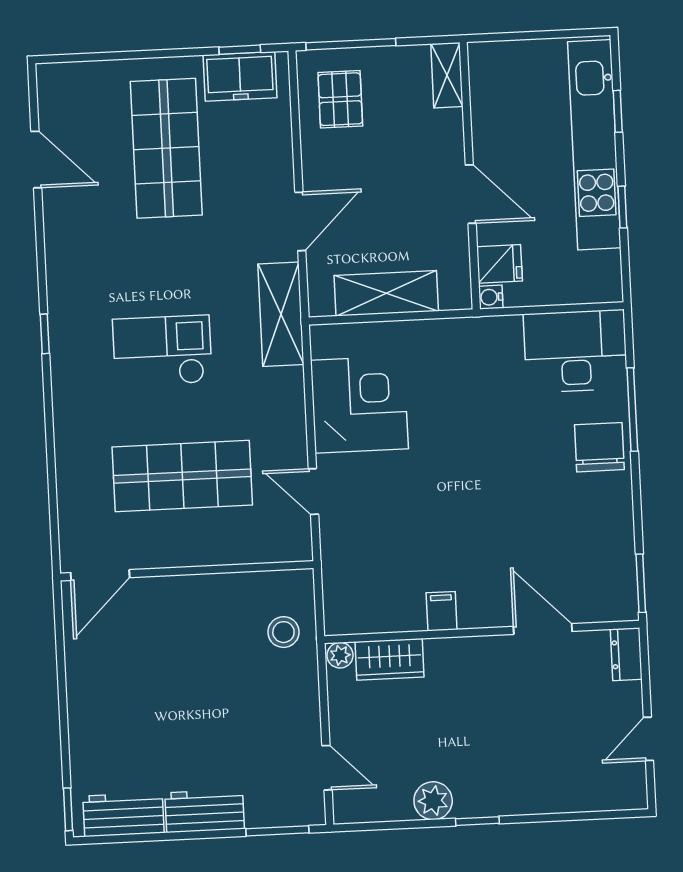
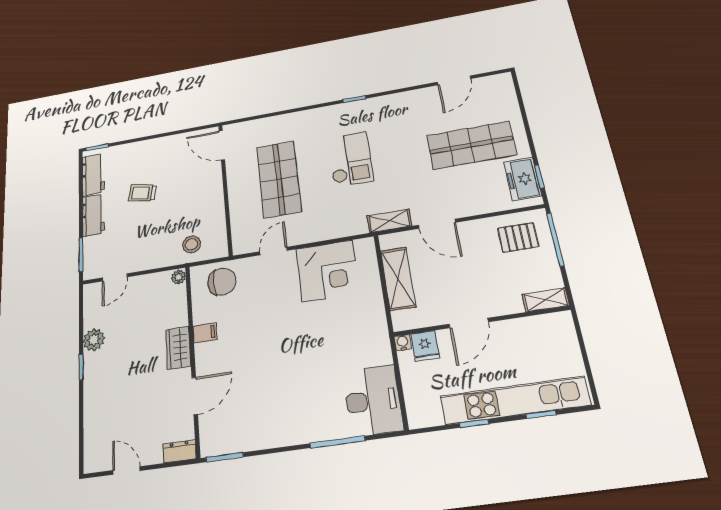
shelving: (281, 314) -> (389, 221), width x0.67, depth x0.75
chair: (599, 447) -> (222, 282), moved
wardrobe: (389, 659) -> (178, 348), moved
trolley: (174, 721) -> (142, 193), added

